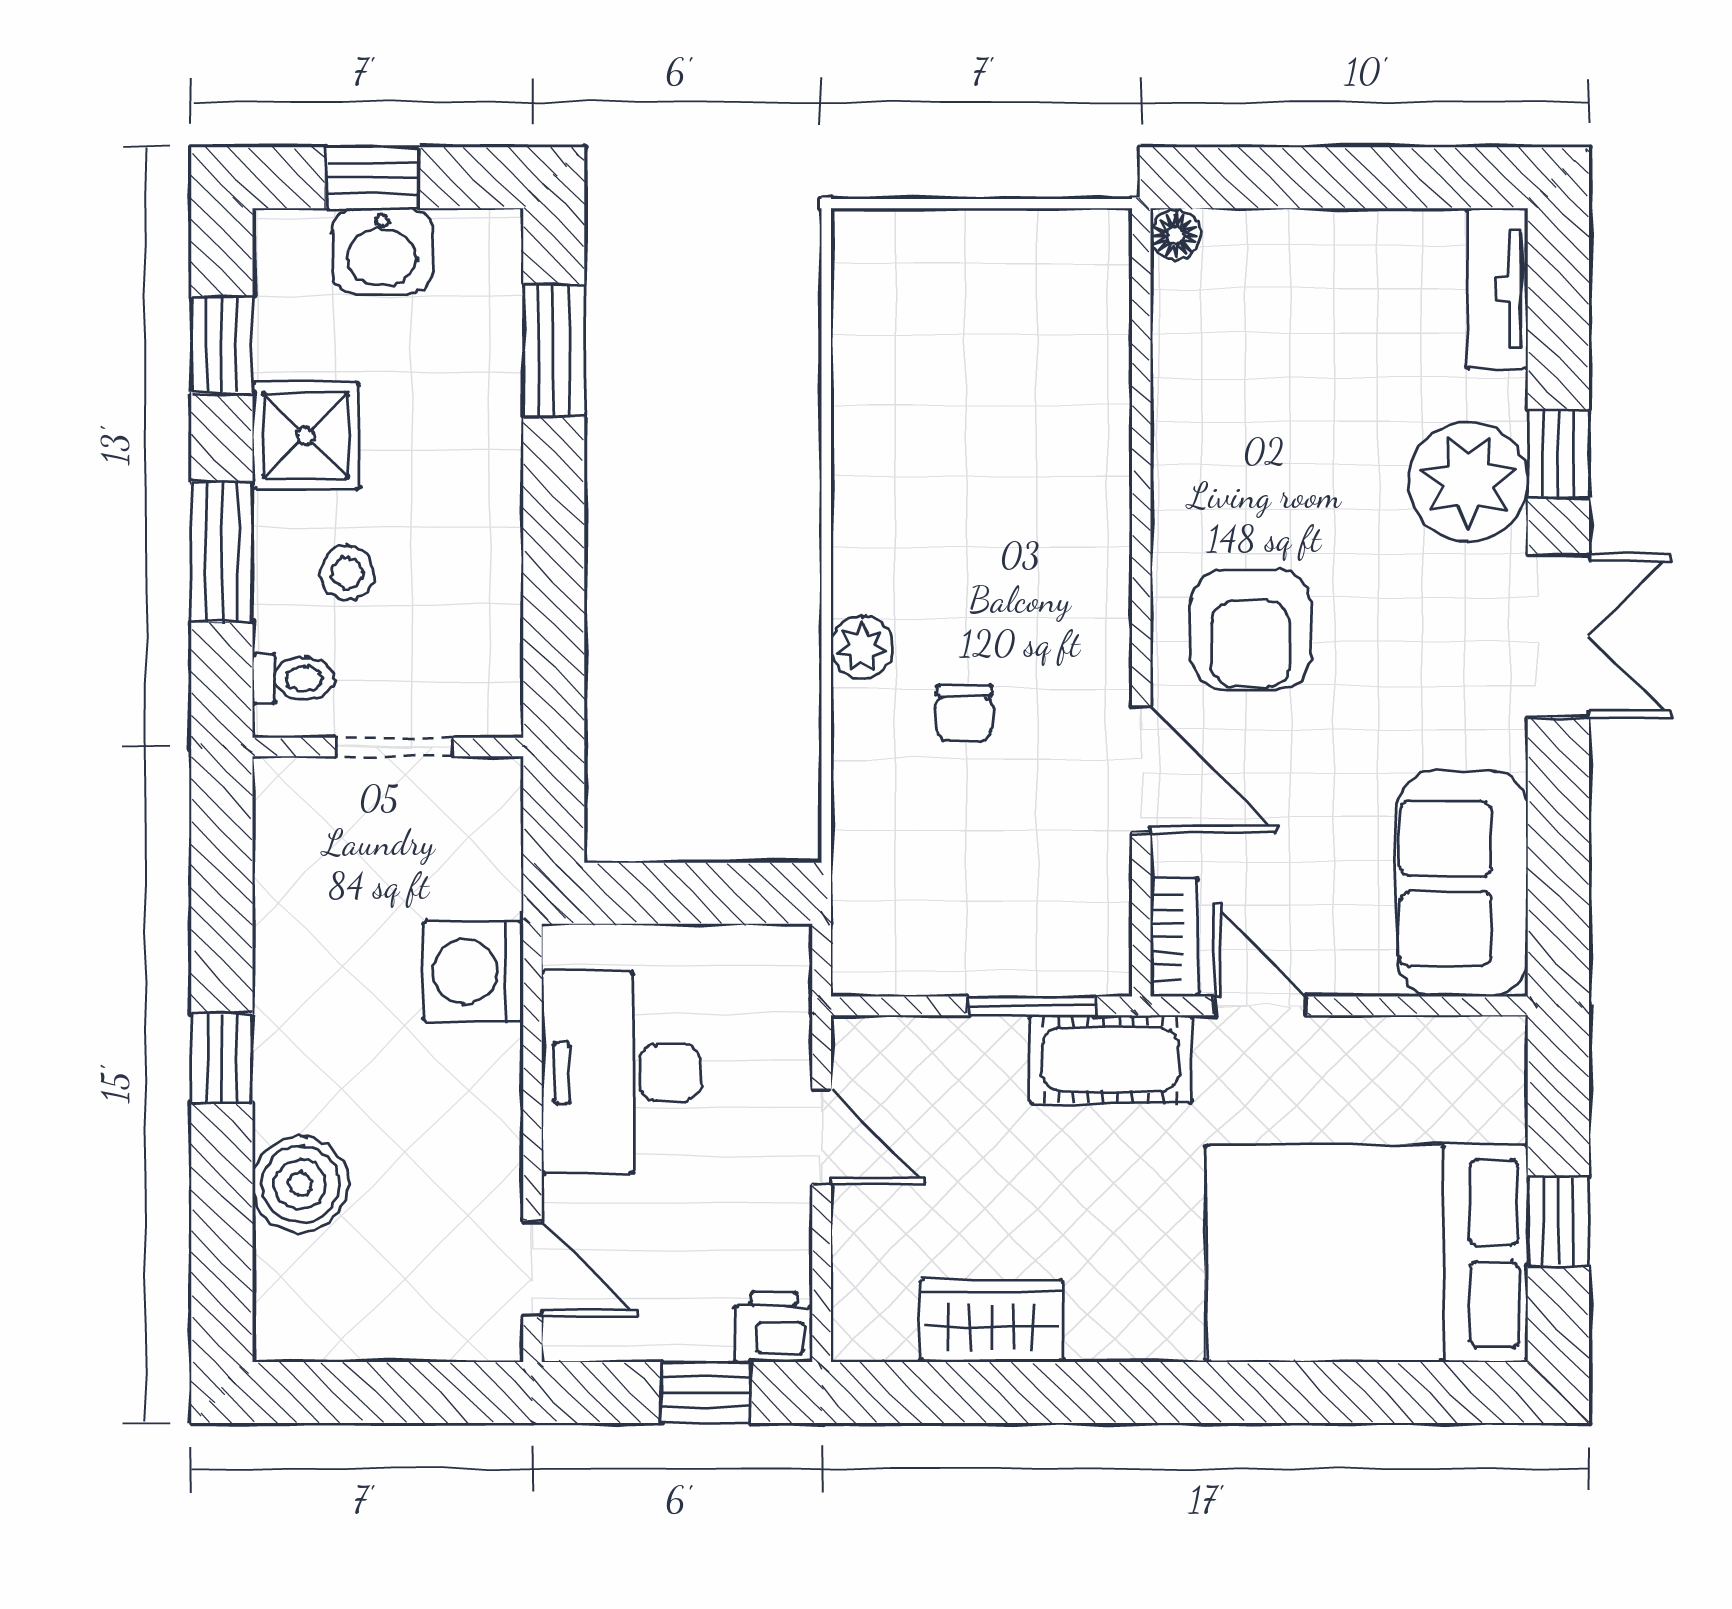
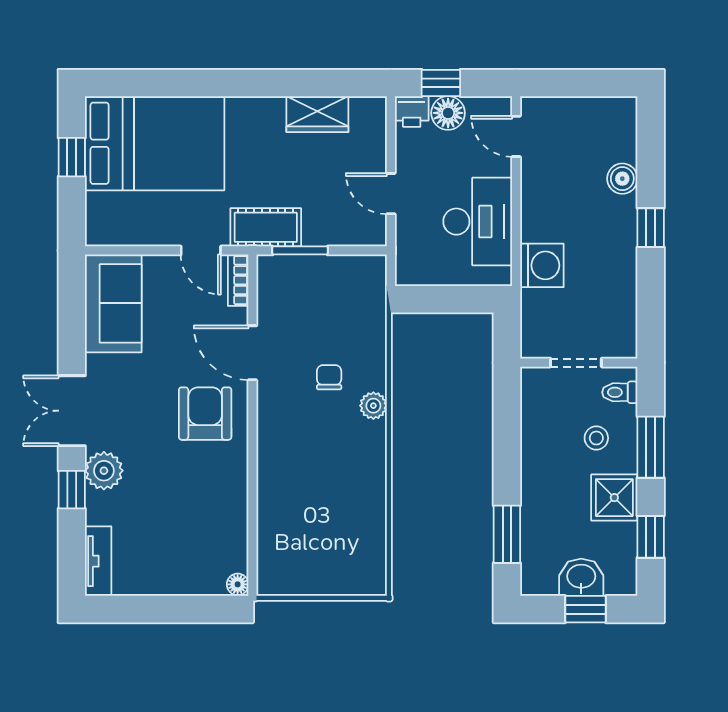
plant: (1468, 481) -> (104, 471), width x0.73, depth x0.73
boiler: (300, 1184) -> (622, 179), width x0.73, depth x0.73
floor lamp: (690, 1323) -> (448, 113), added

